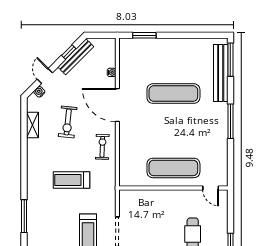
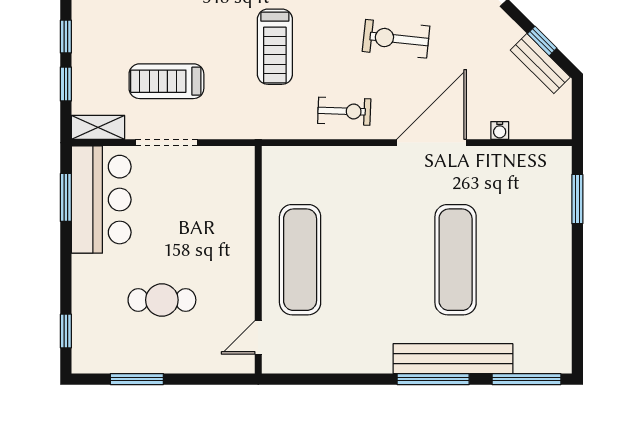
bench: (76, 57) -> (540, 64), width x0.73
bench: (221, 73) -> (453, 359), moved
window: (230, 121) -> (433, 379), moved
treadmill: (71, 180) -> (275, 47), turned 180

